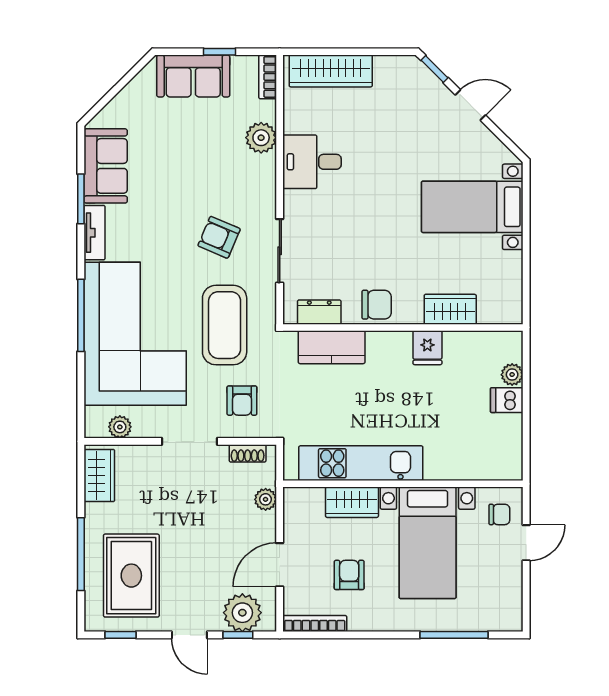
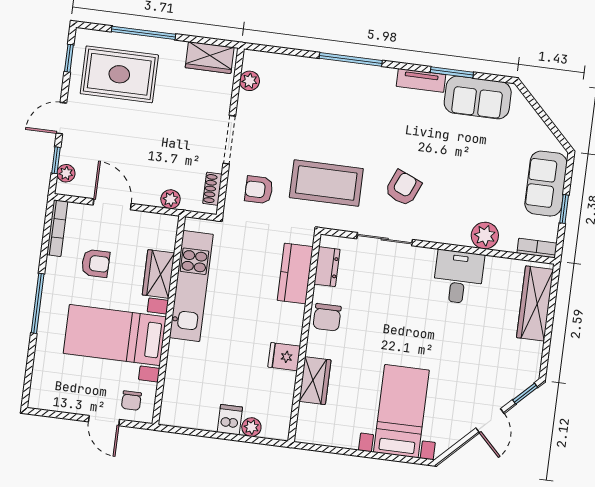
corner sofa: (135, 334) -> (329, 104), removed
plant: (242, 613) -> (66, 173), width x0.53, depth x0.53
window: (454, 635) -> (38, 303), moved

